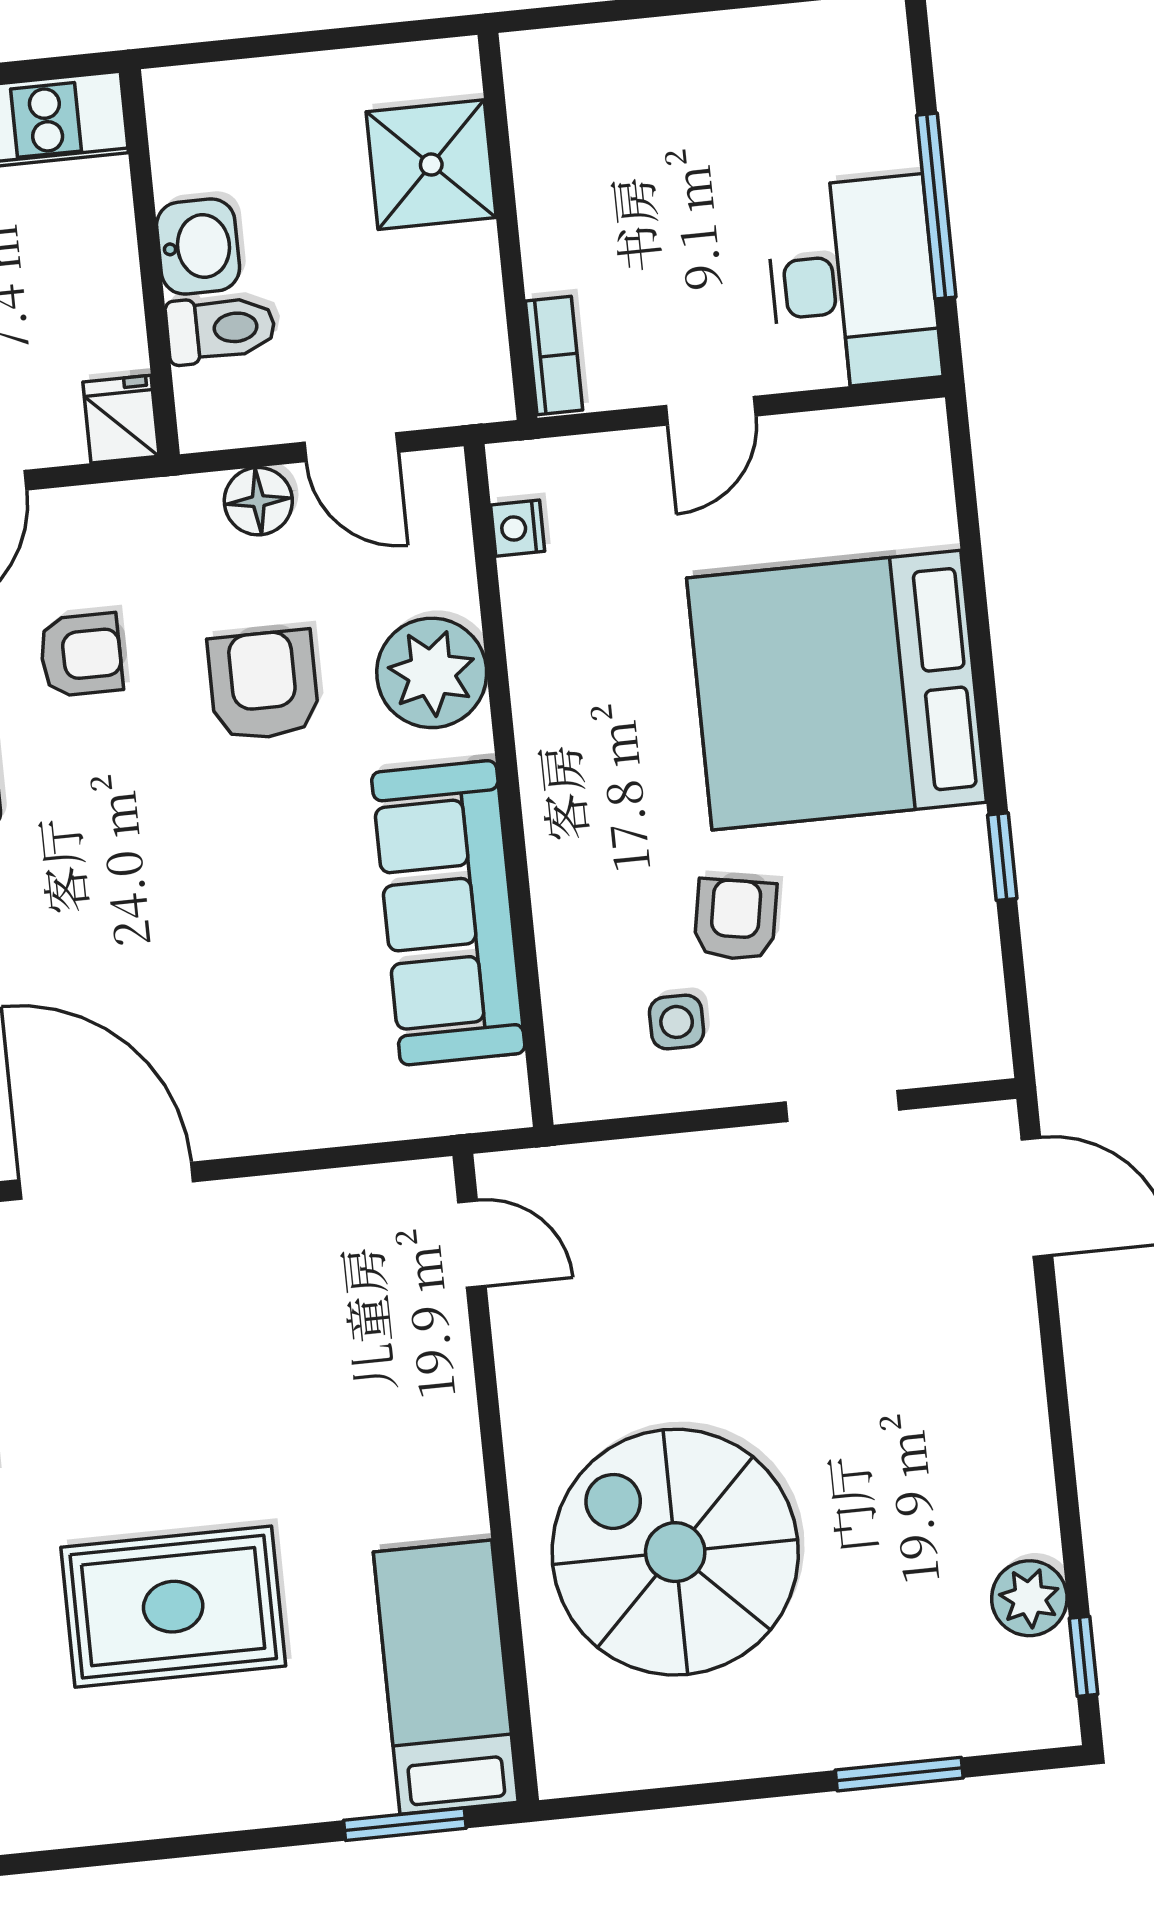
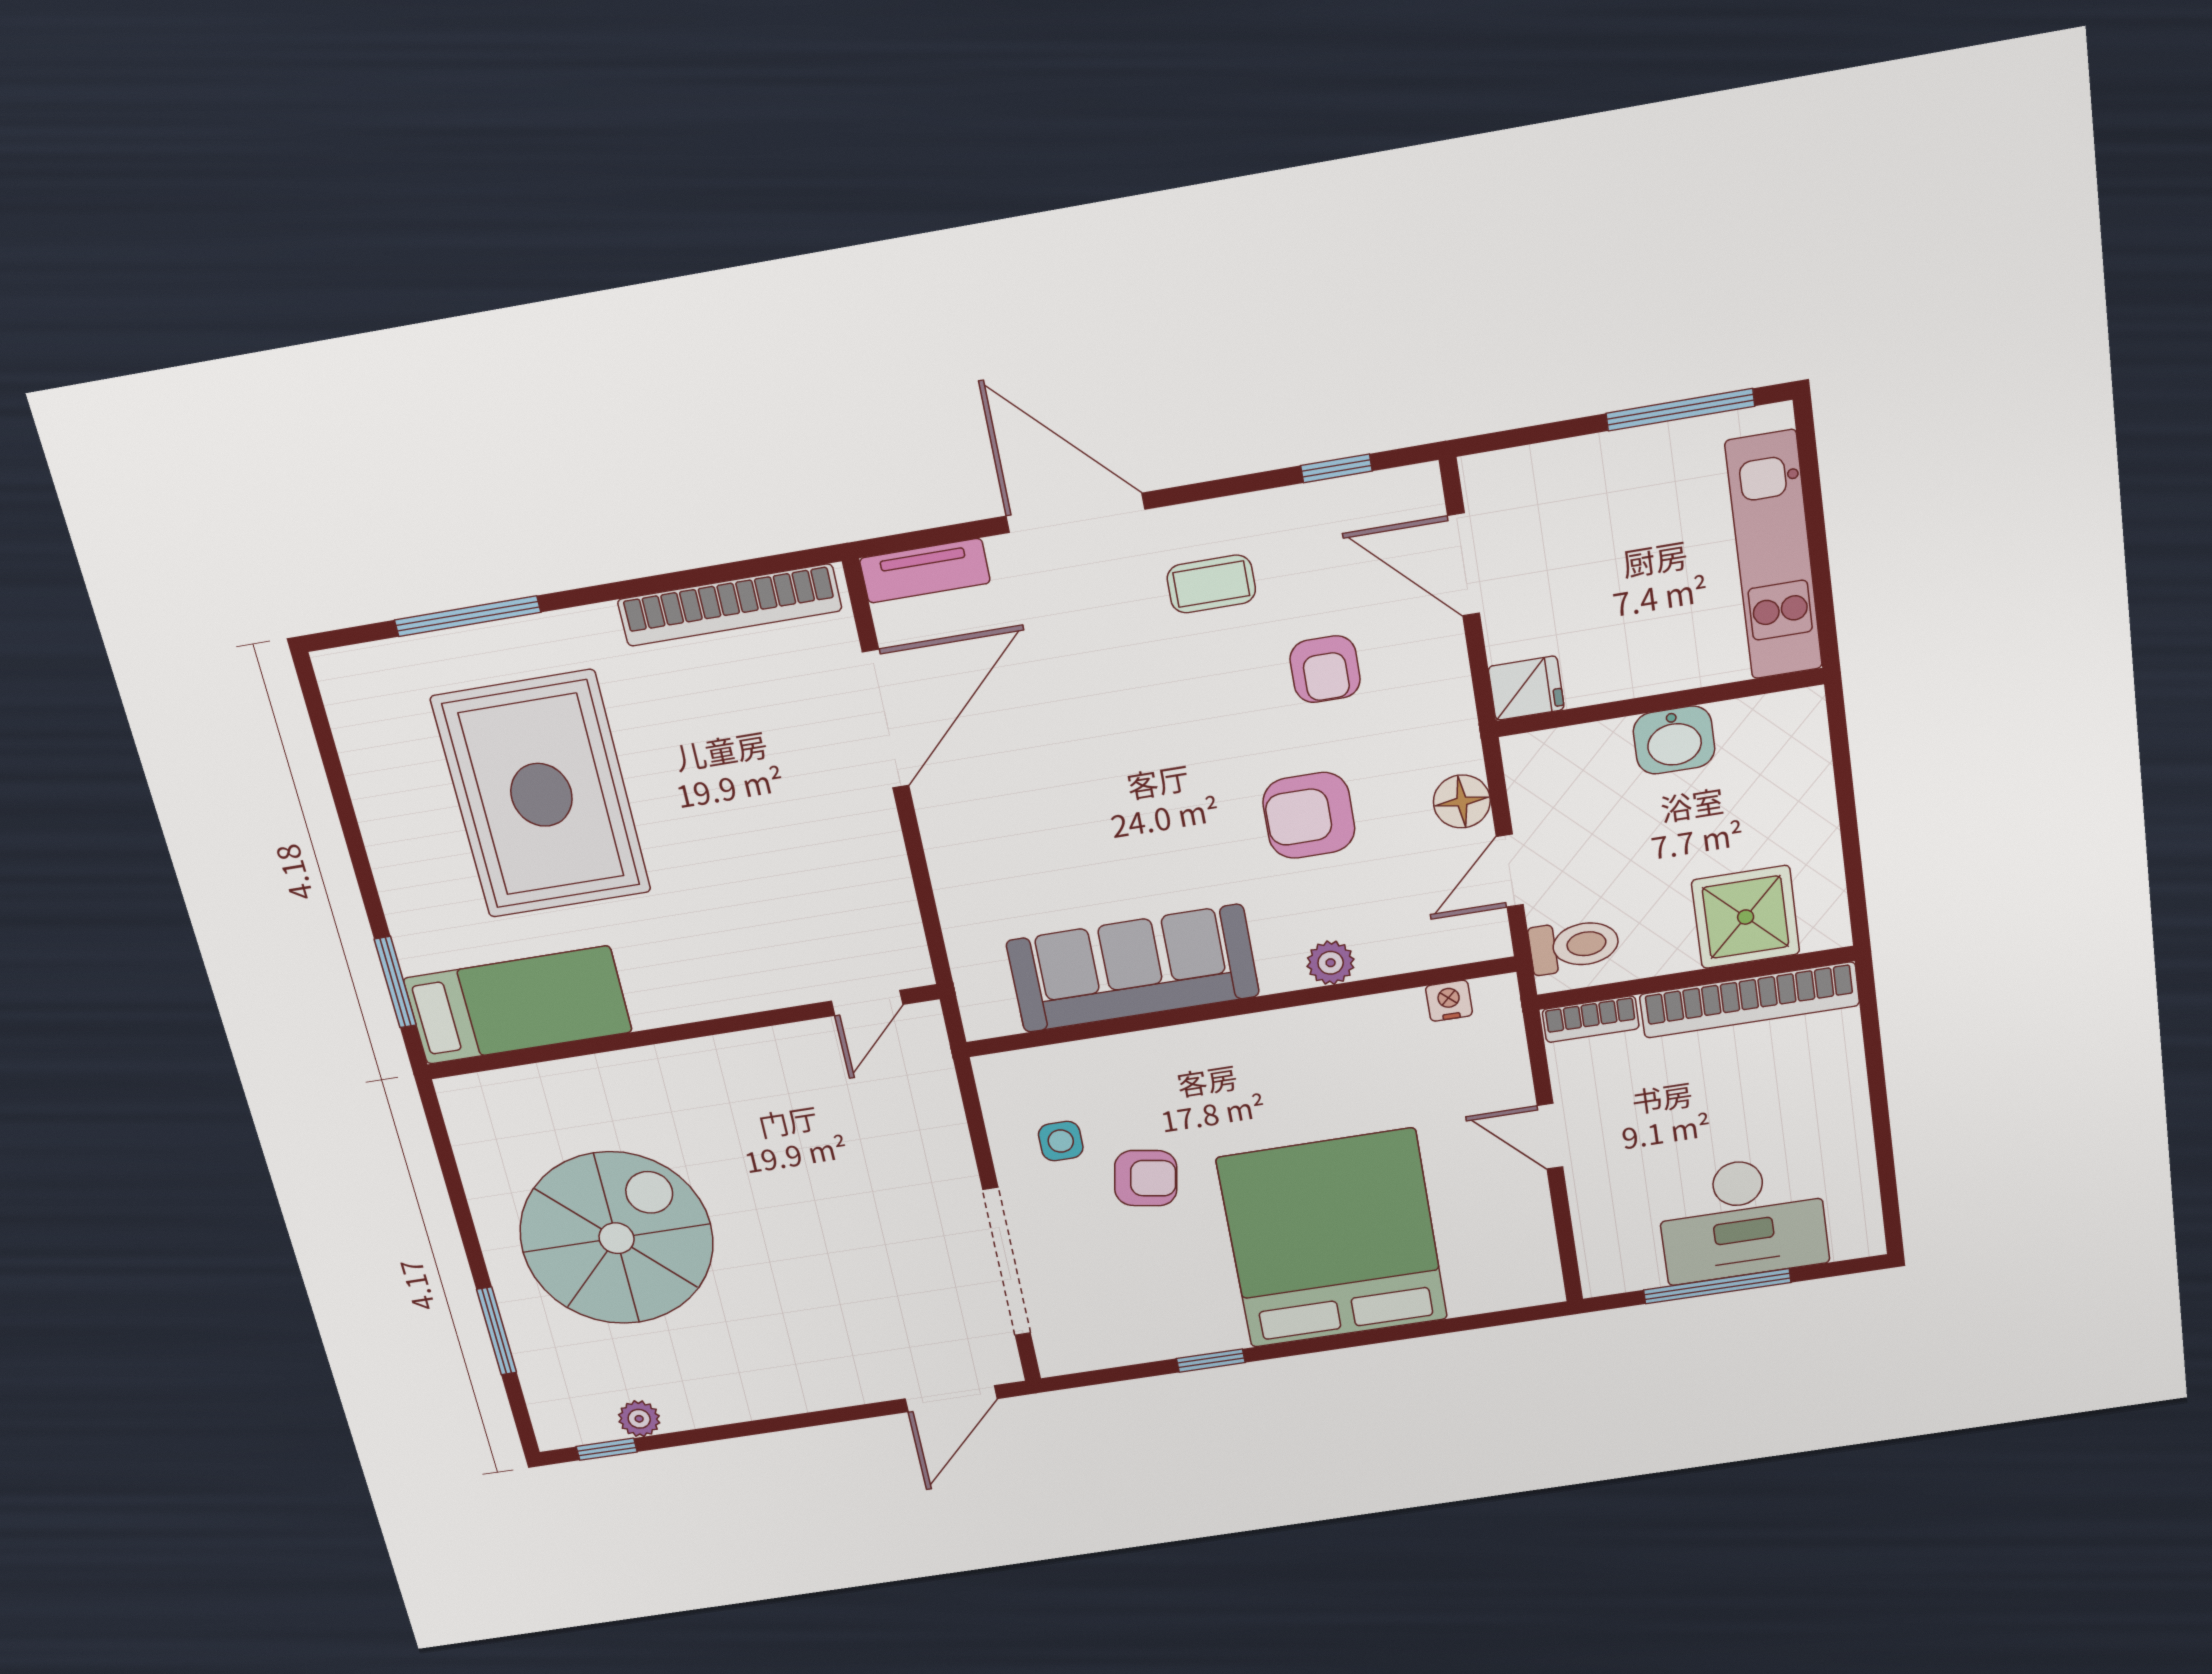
bookcase: (541, 161) -> (1749, 1000), added
desk: (853, 283) -> (1742, 1219), moved
toilet: (221, 329) -> (1574, 946), moved, turned -90
plant: (432, 673) -> (1331, 963), width x0.53, depth x0.53
armchair: (263, 685) -> (1309, 815), turned 180
doorway: (842, 1106) -> (1007, 1262), width x1.88
spiral stairs: (675, 1552) -> (617, 1238), moved
plant: (1029, 1598) -> (639, 1419), width x0.73, depth x0.73
rug: (173, 1607) -> (541, 795), width x1.37, depth x1.44

